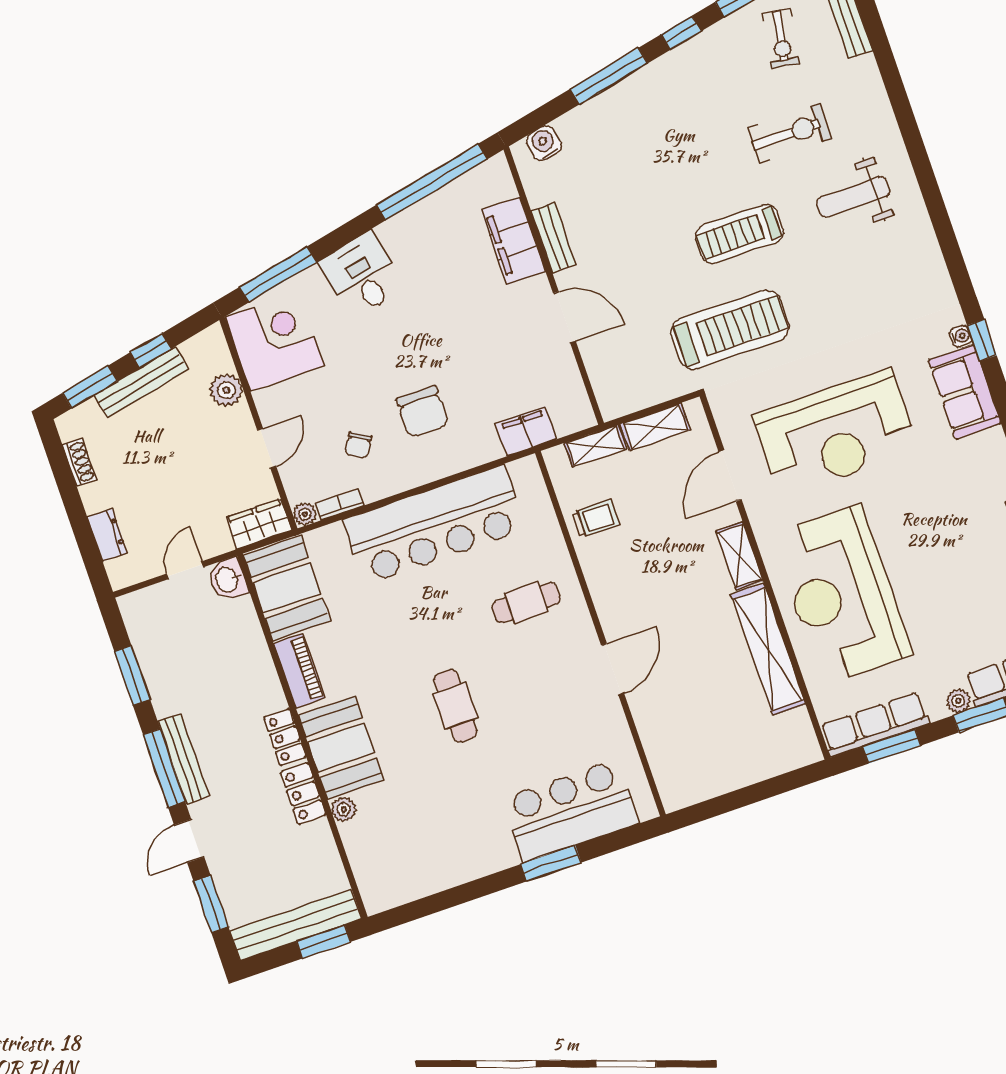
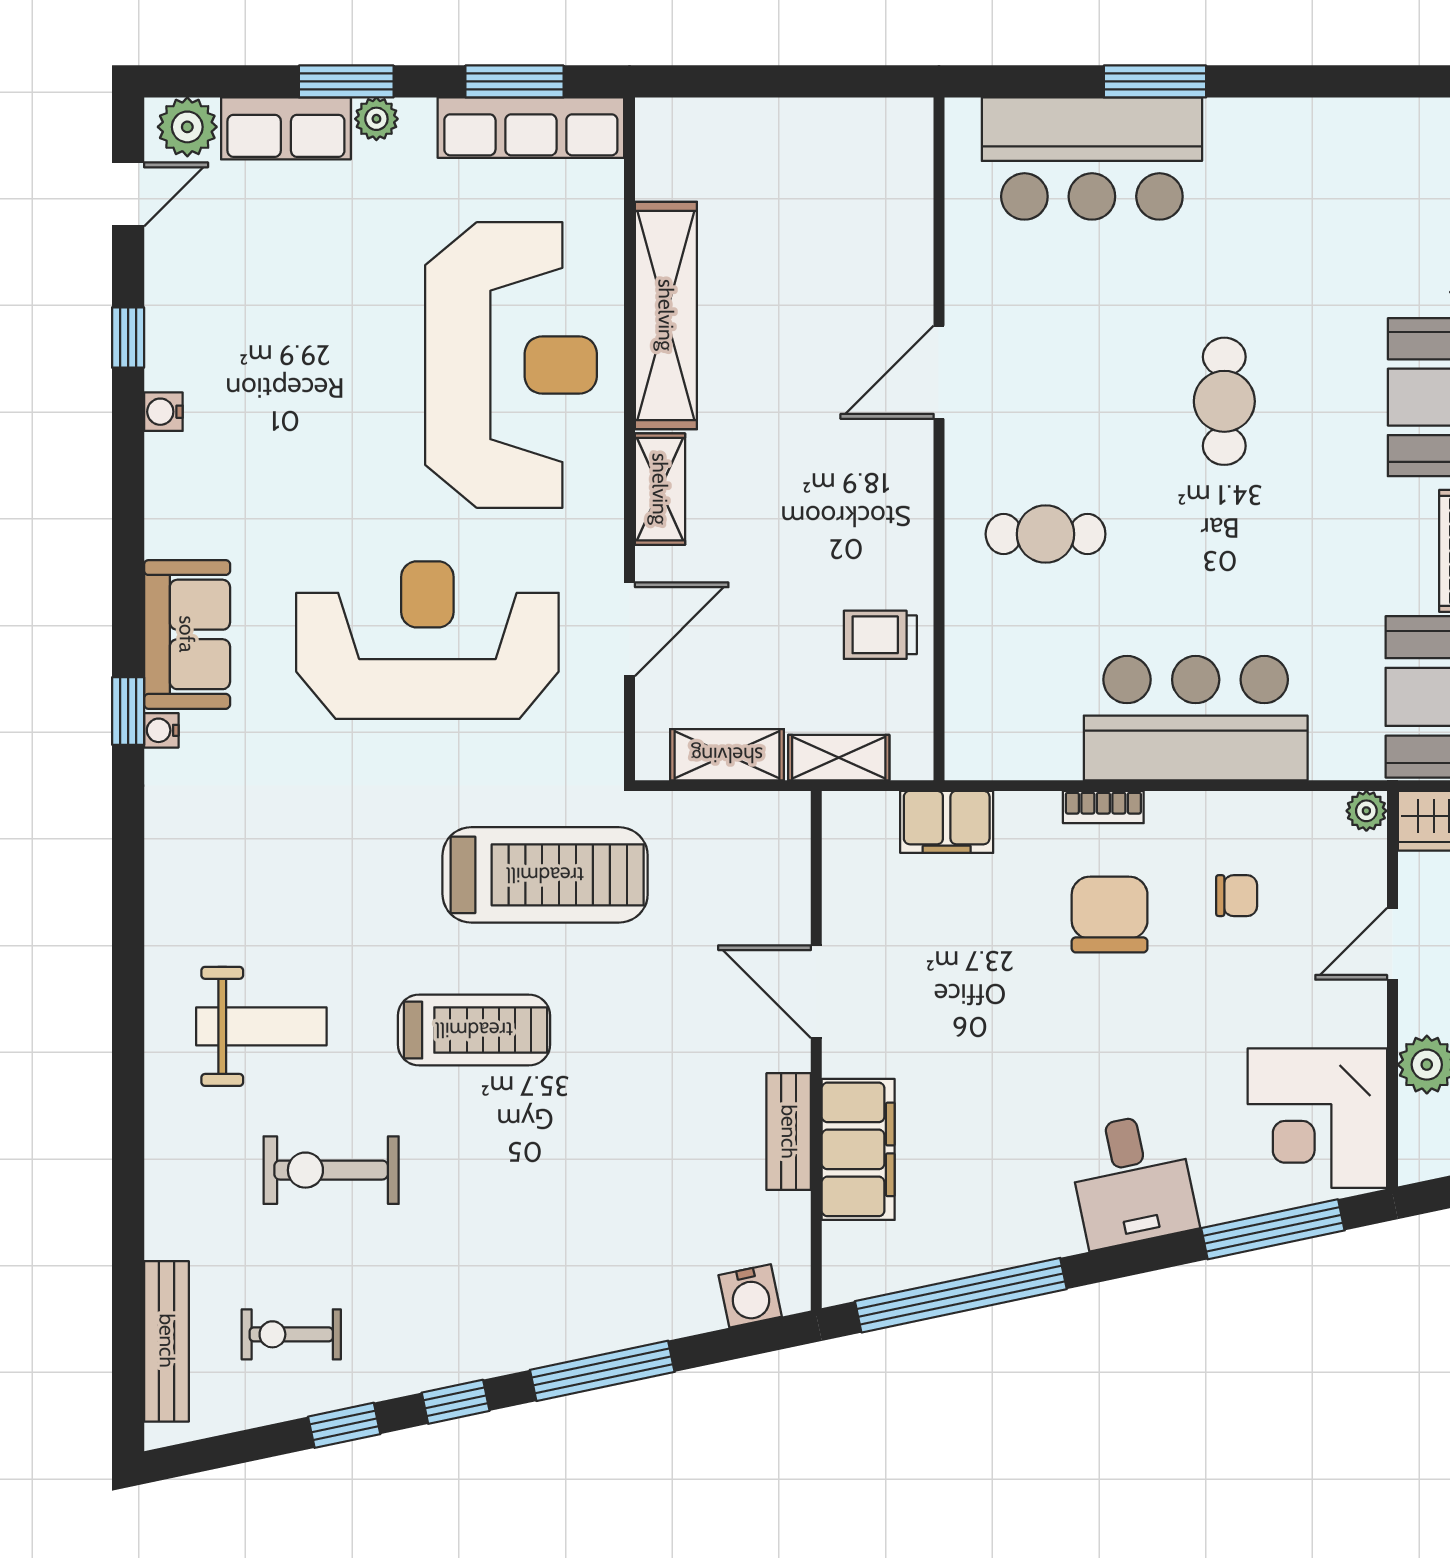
exercise bike: (781, 39) -> (291, 1334), turned -100
treadmill: (730, 330) -> (545, 875), turned 180
chair: (358, 445) -> (1237, 896), turned 60
bookcase: (340, 504) -> (1103, 807), moved
bar counter: (434, 525) -> (1196, 718), width x0.73

